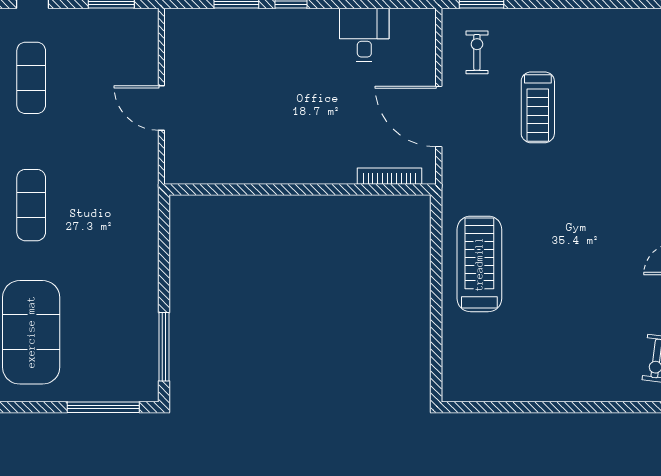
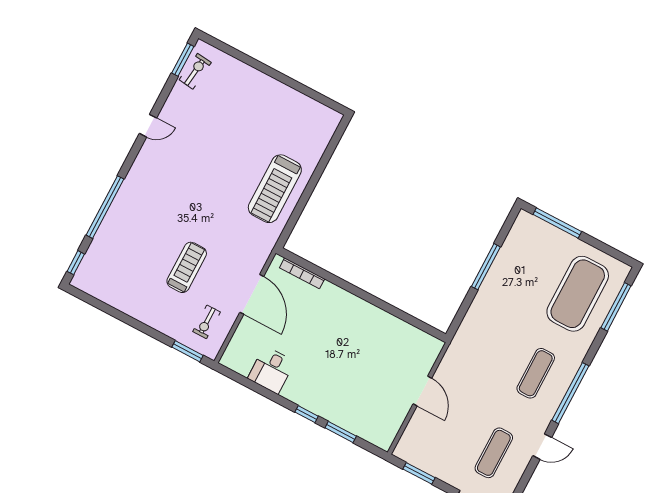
window: (164, 347) -> (486, 267), moved

